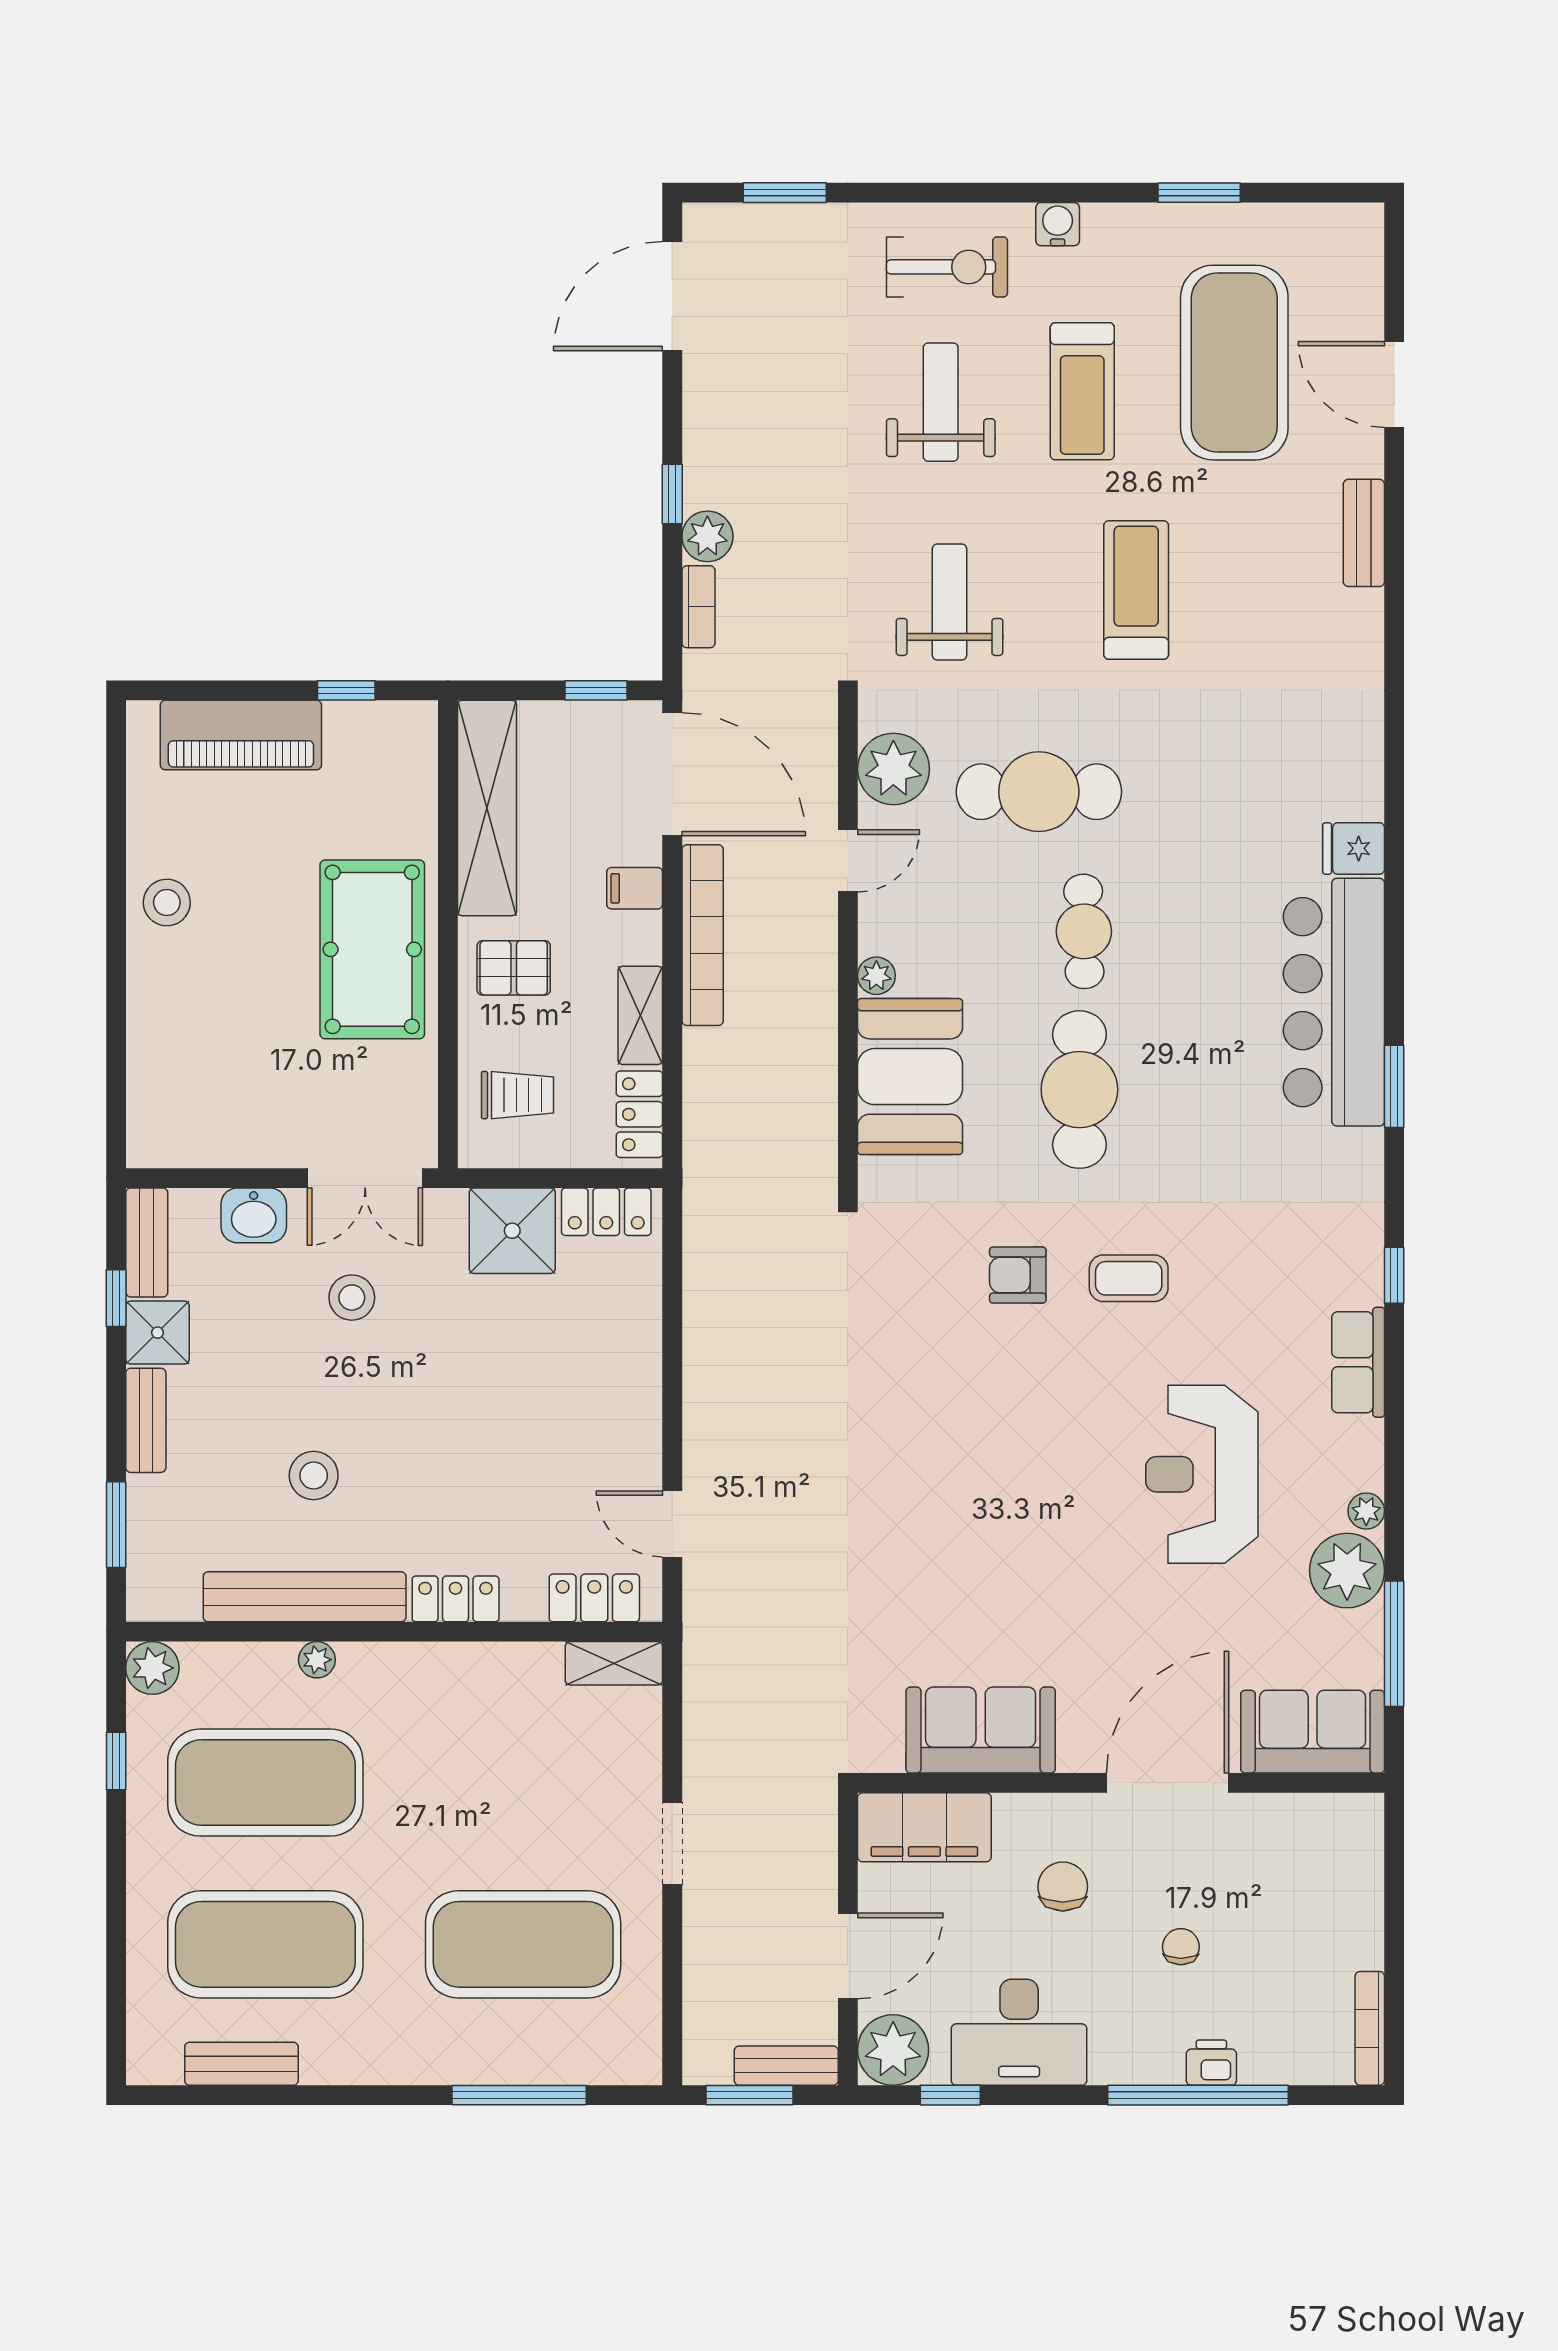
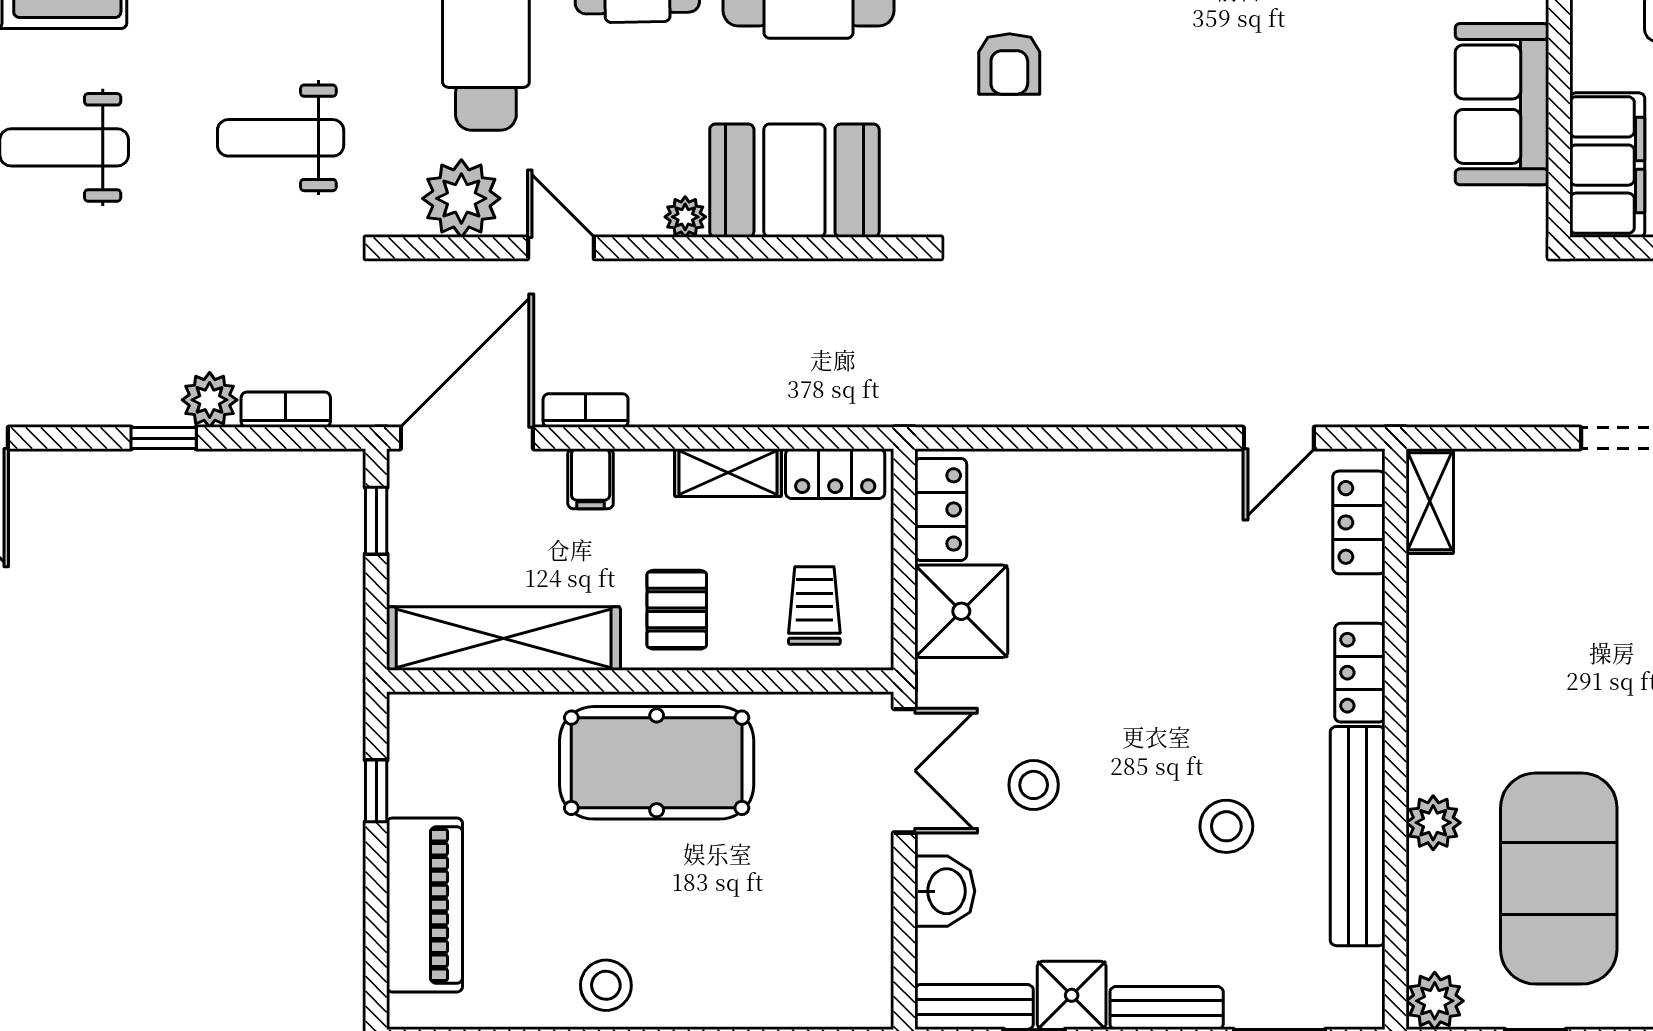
bookcase: (703, 935) -> (586, 410), width x0.43, depth x0.76
plant: (317, 1660) -> (1433, 823), width x1.38, depth x1.38

